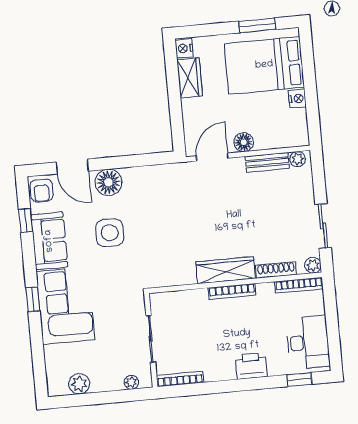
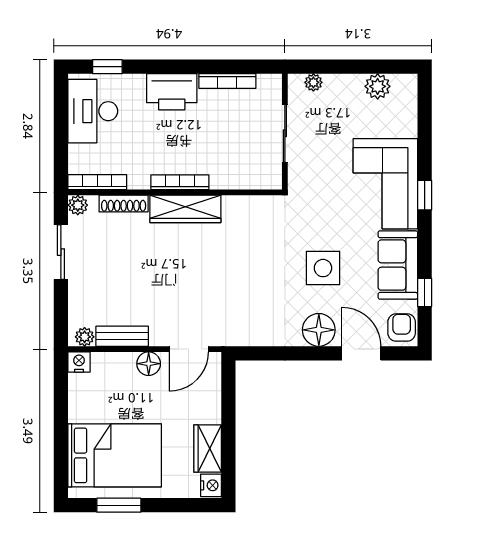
nightstand: (297, 99) -> (79, 362), moved, turned 90
printer: (251, 366) -> (172, 92), width x1.37, depth x1.19
bookcase: (180, 379) -> (227, 81), moved

